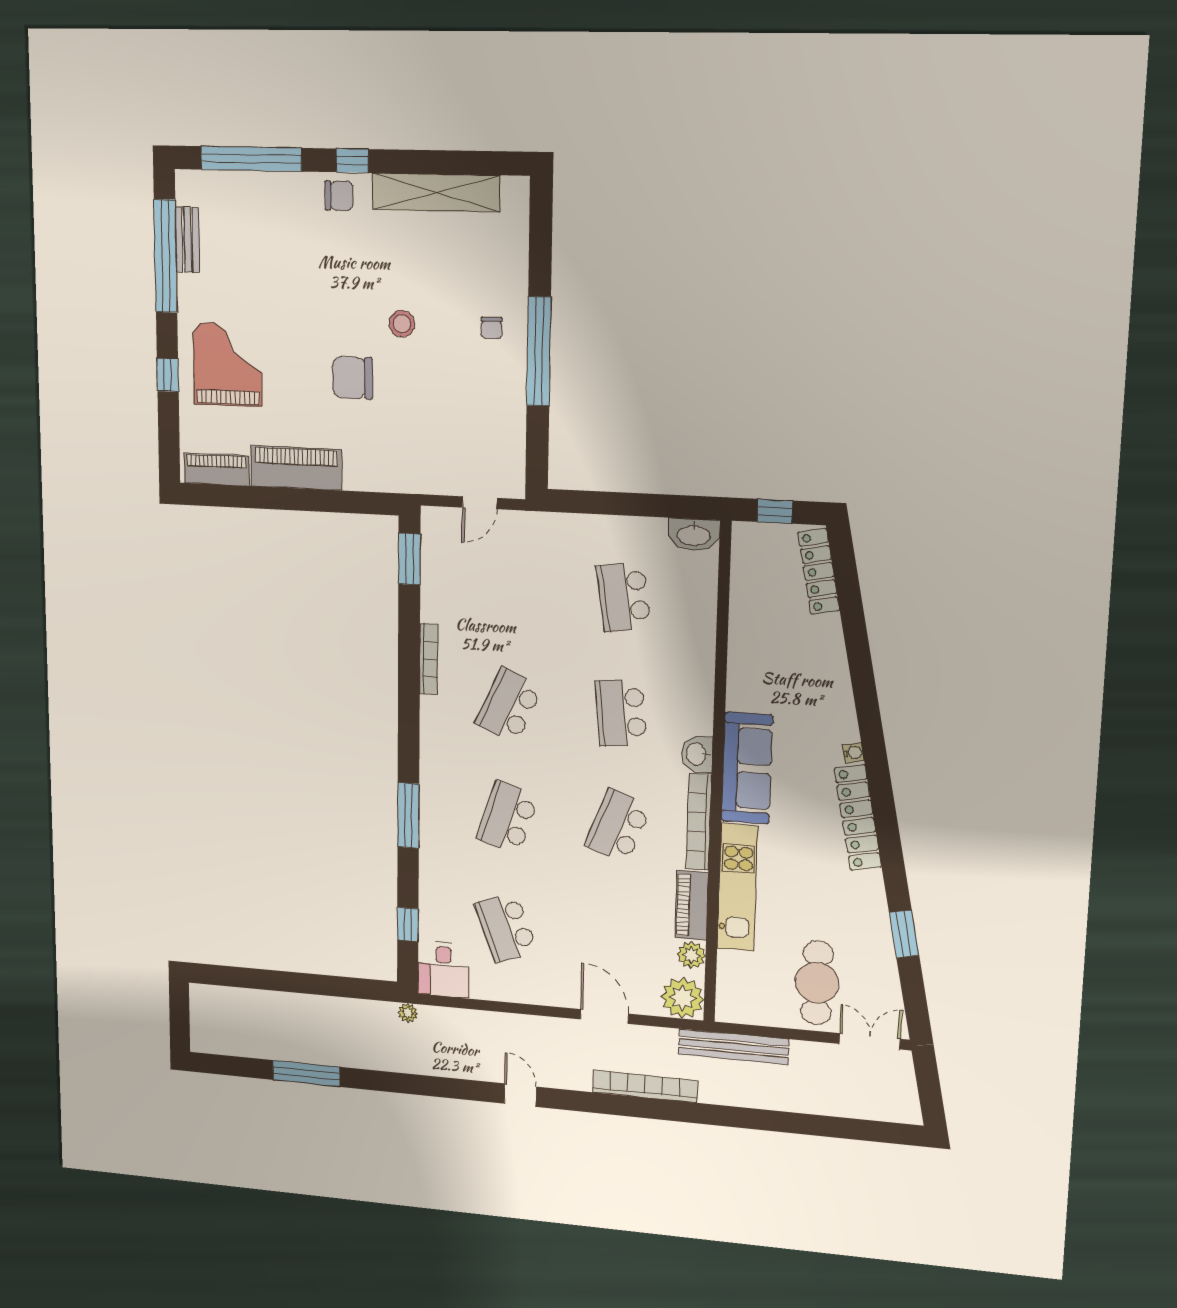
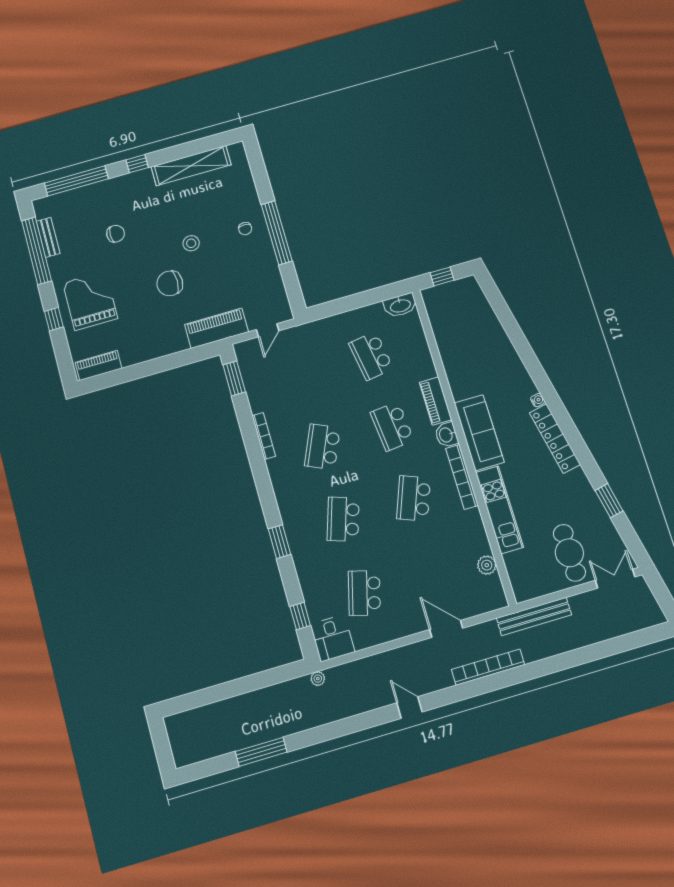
chair: (339, 196) -> (116, 234), moved
piano: (296, 468) -> (217, 328), moved
locker: (819, 571) -> (479, 302), removed
window: (408, 815) -> (280, 542), width x0.69
piano: (692, 905) -> (436, 401), moved
school desk: (506, 928) -> (364, 593), turned 36
plant: (683, 998) -> (491, 596), removed

